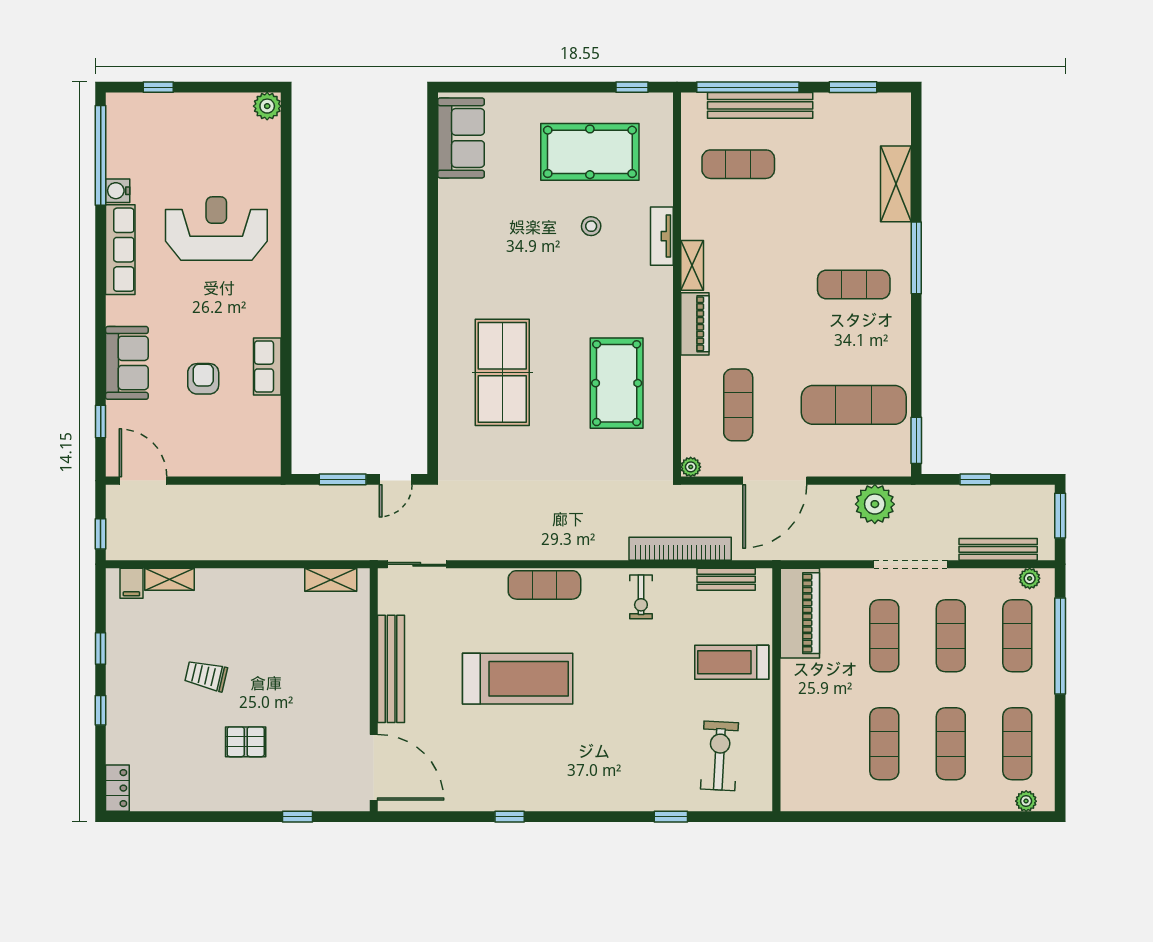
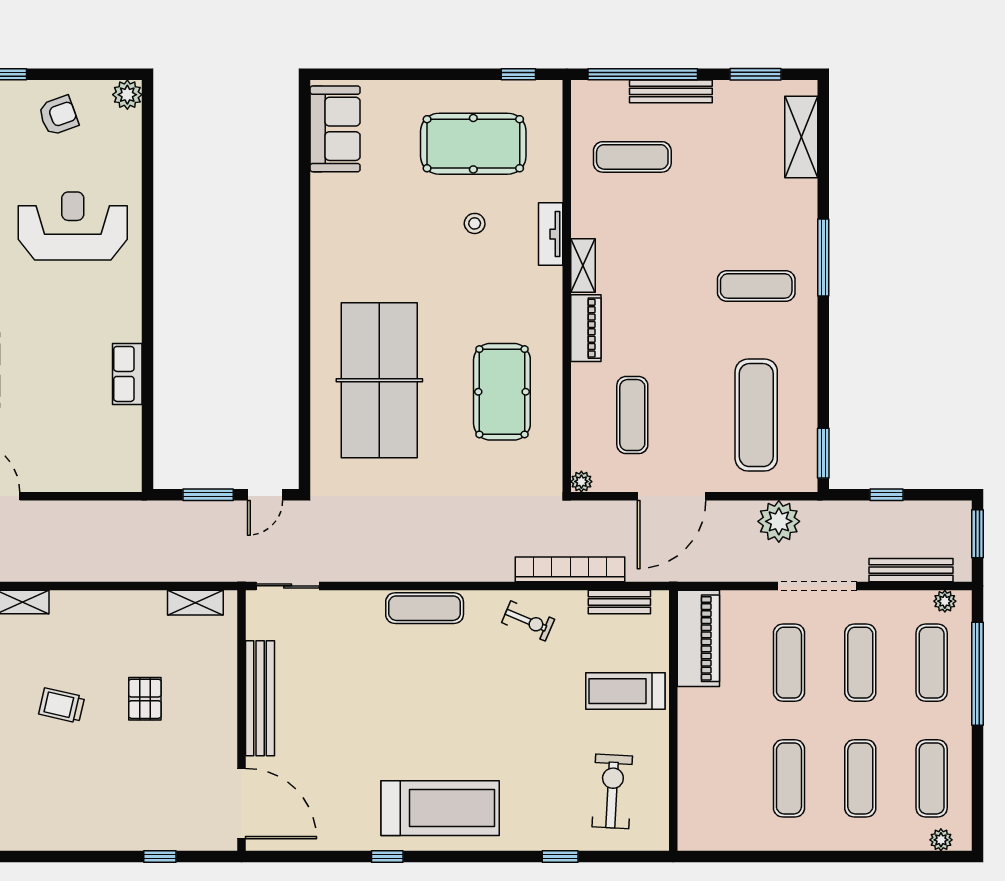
bench: (760, 105) -> (671, 91), width x0.73, depth x0.82
shelving: (896, 184) -> (801, 137), moved
table tennis table: (502, 372) -> (379, 380), width x1.36, depth x1.32
armchair: (203, 379) -> (58, 115), moved, turned 70
exercise mat: (854, 405) -> (756, 415), turned 90
exercise bike: (641, 597) -> (528, 621), turned -67
treadmill: (518, 679) -> (440, 808), moved
pallet: (246, 742) -> (145, 699), moved, turned 90

